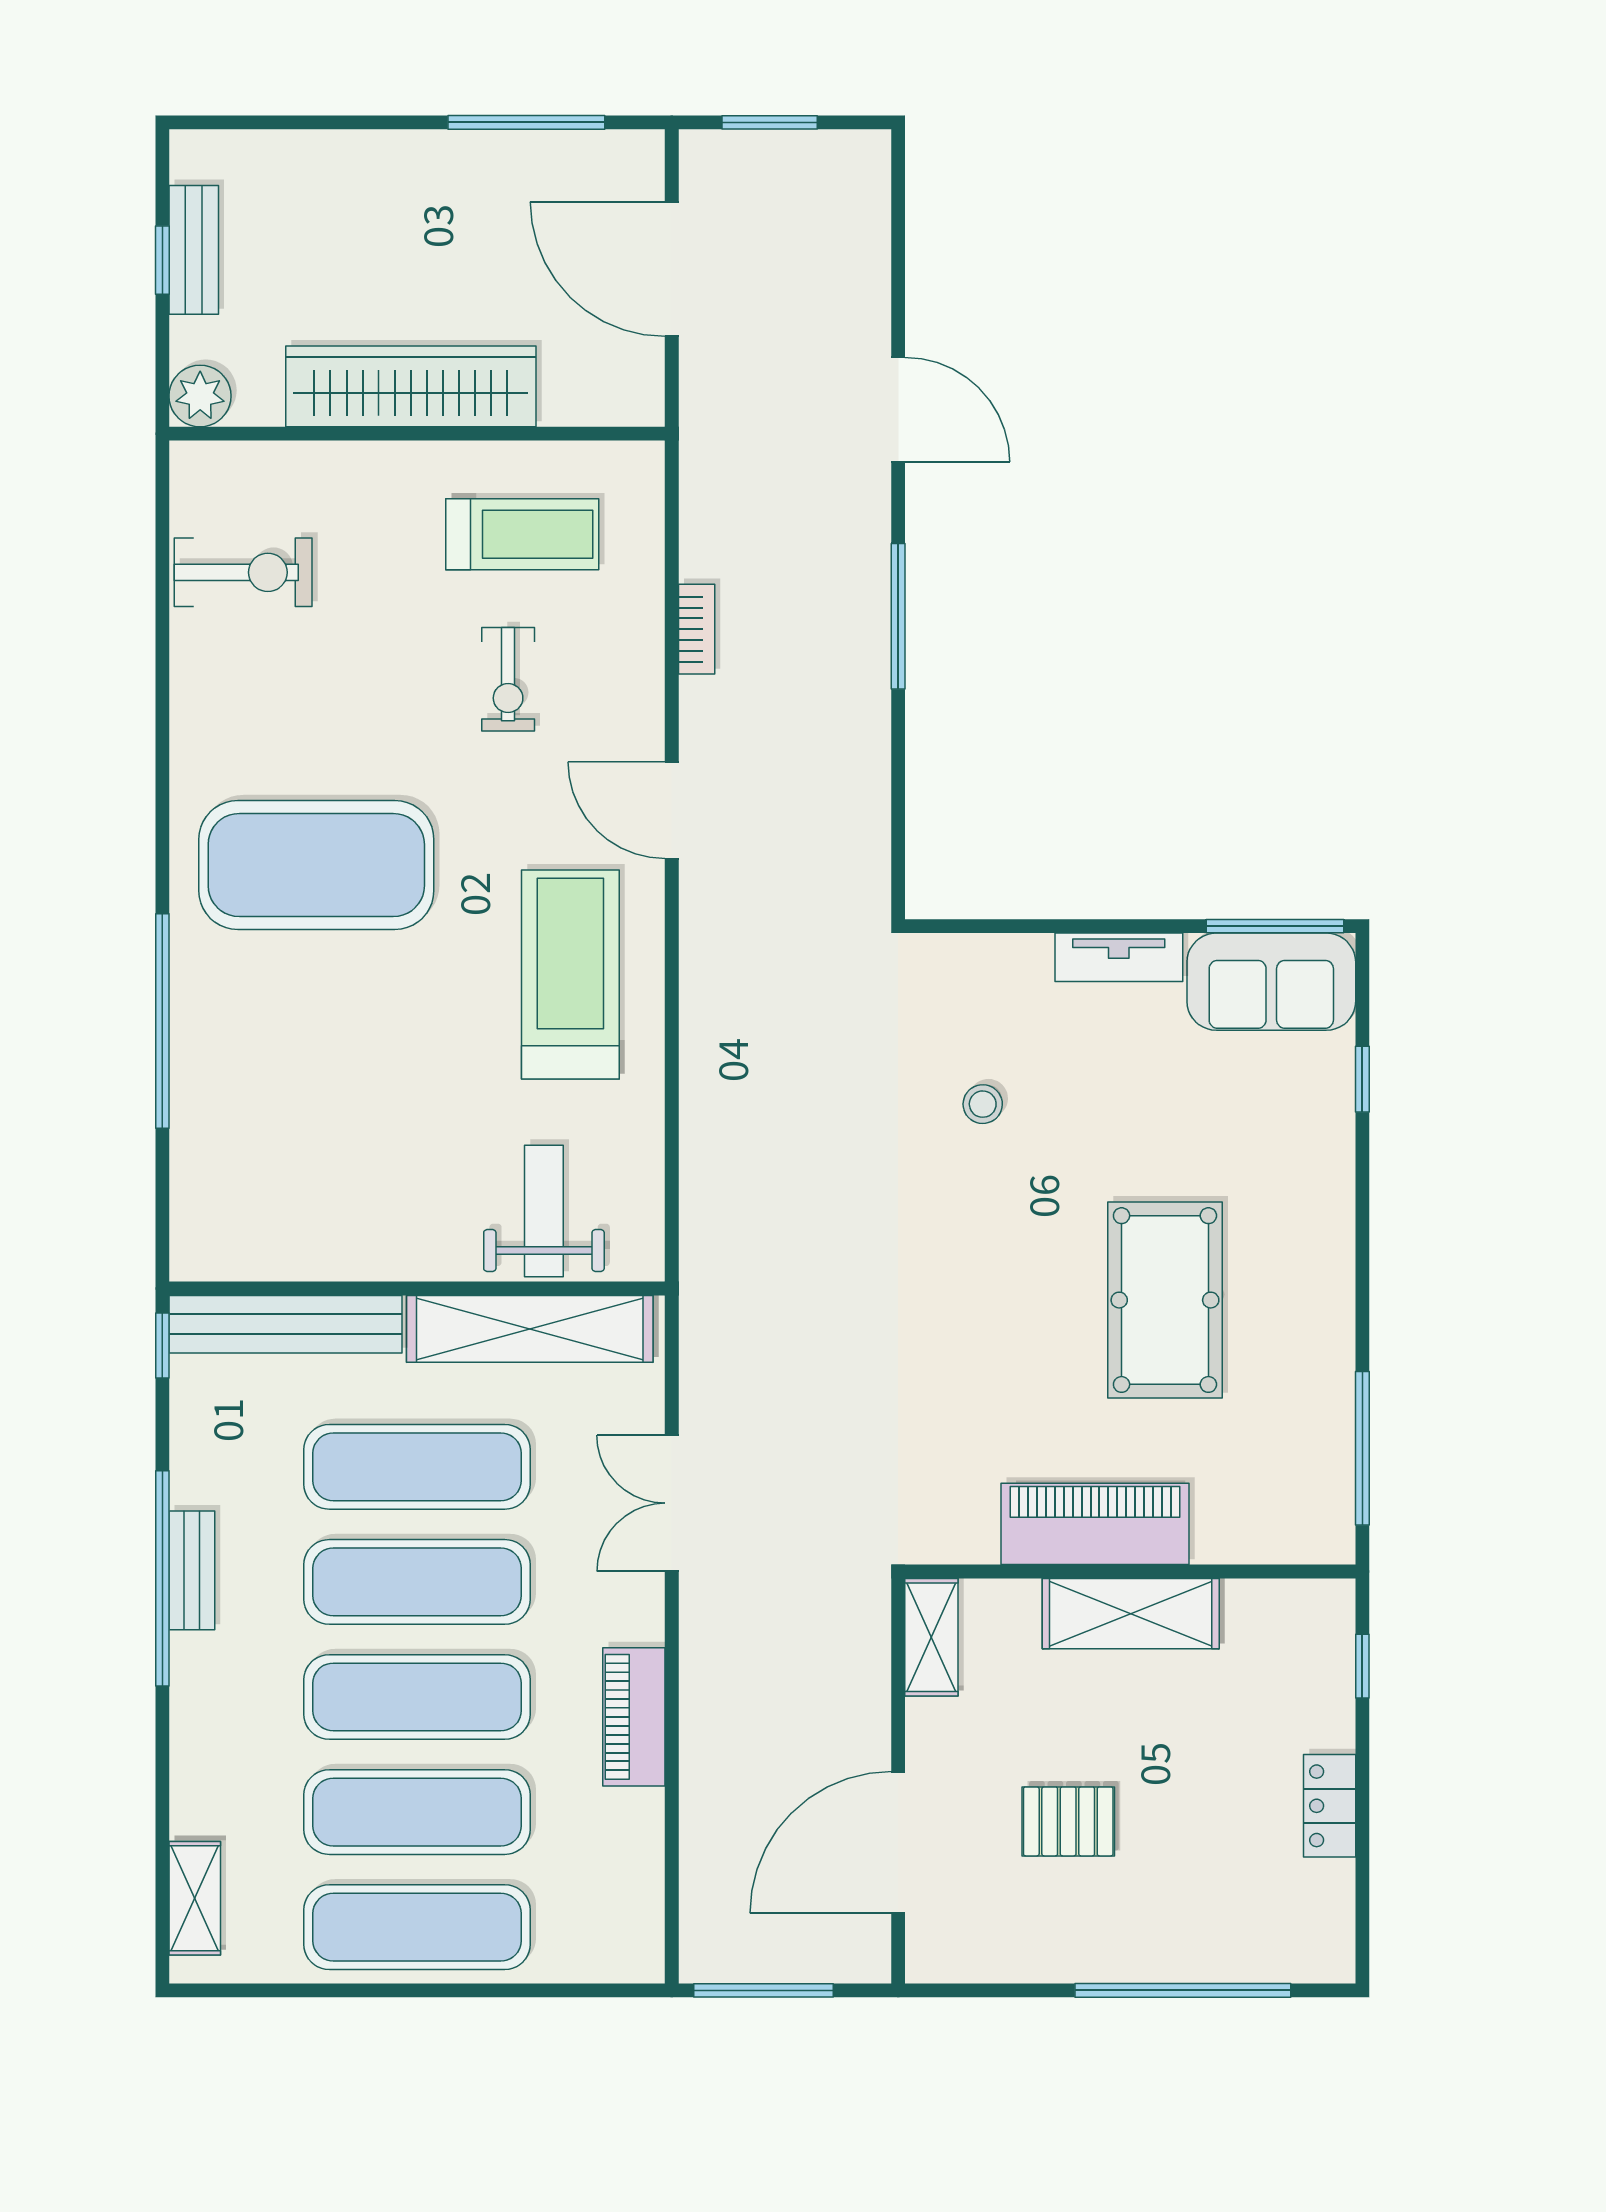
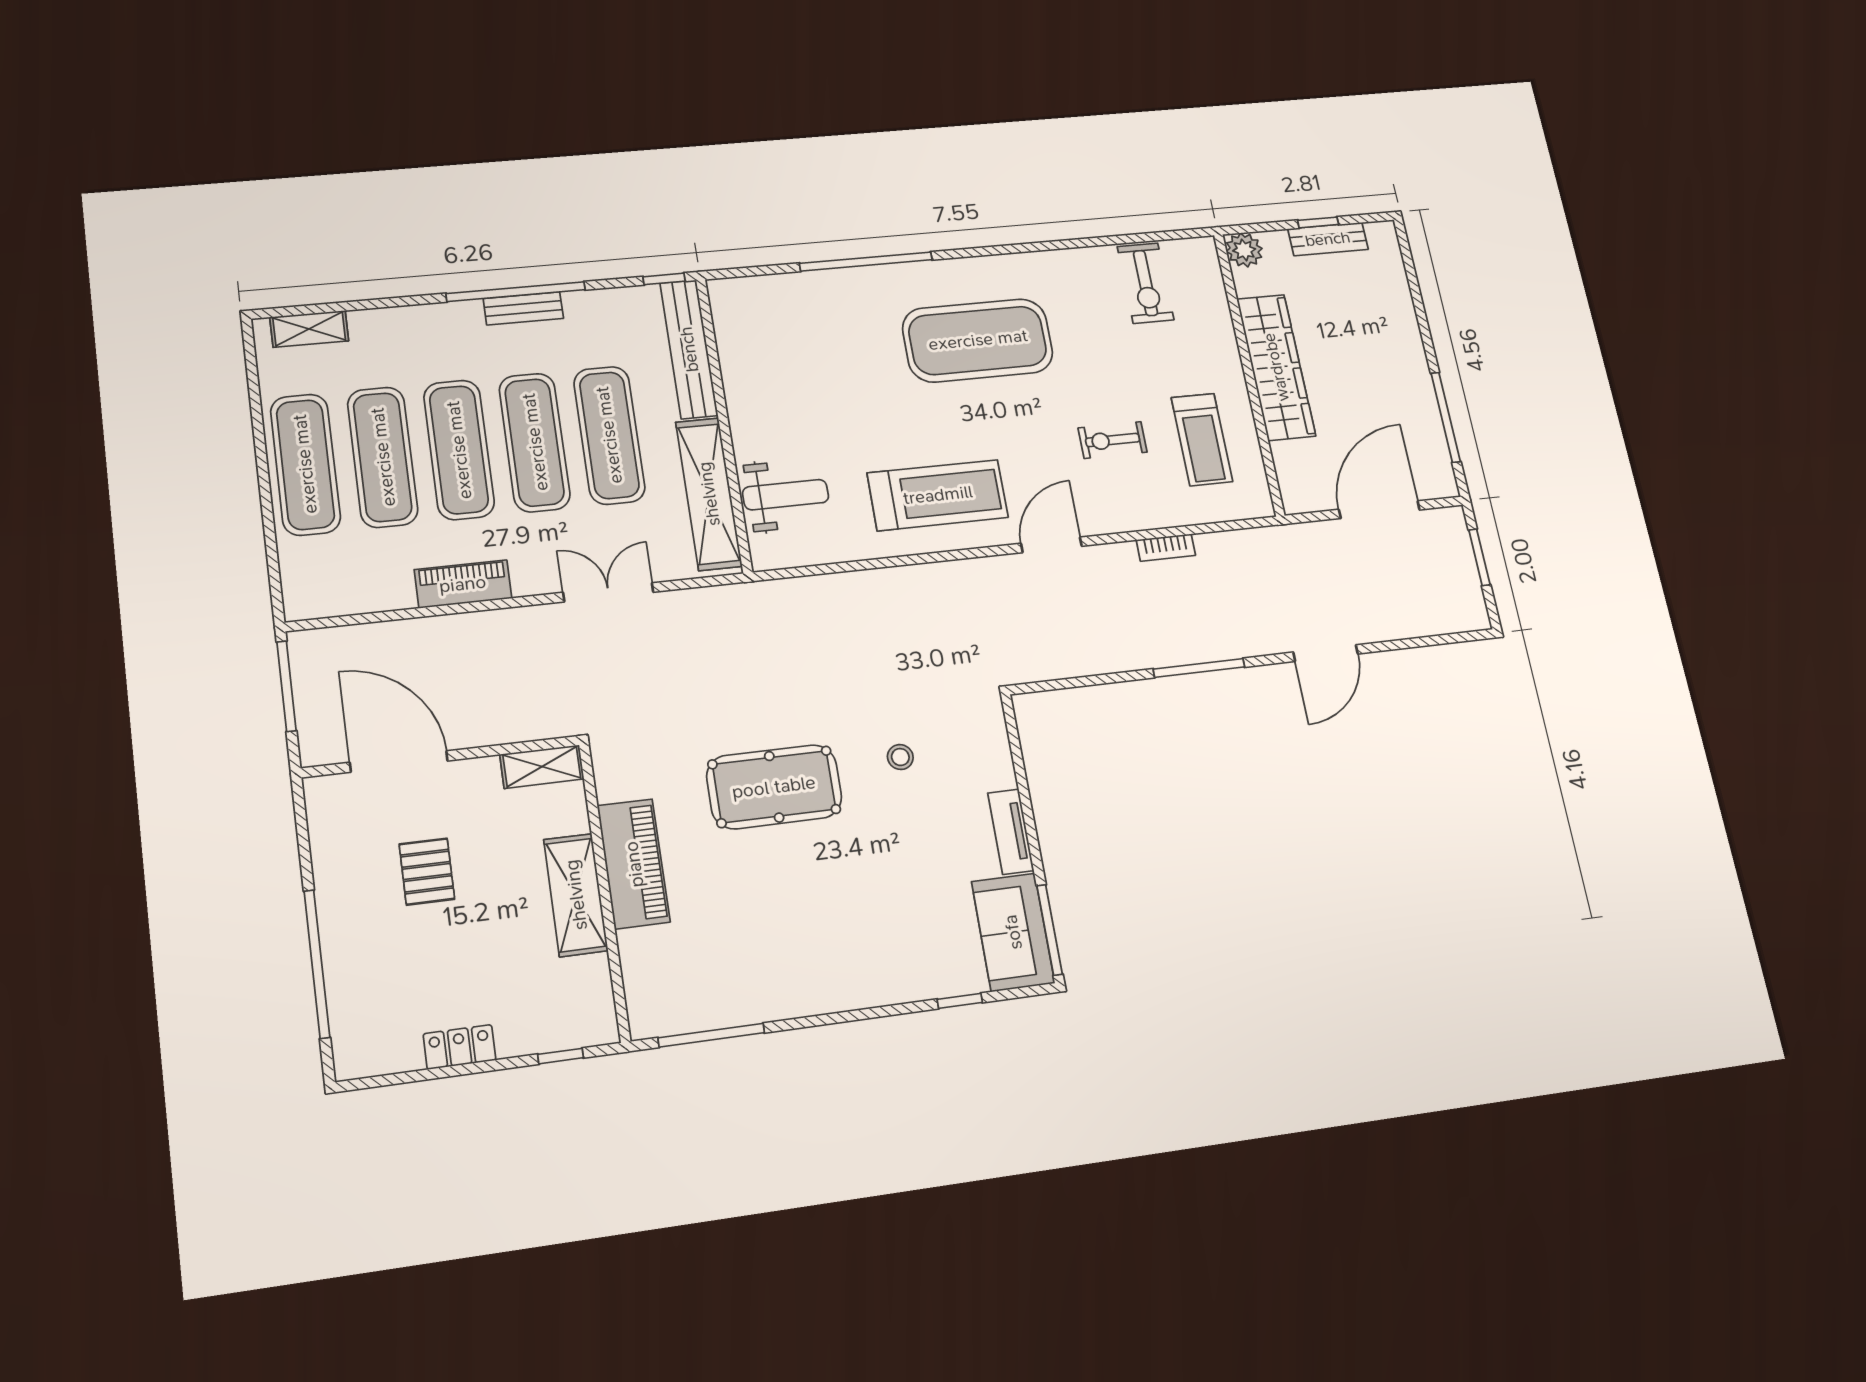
exercise mat: (316, 865) -> (978, 340), turned 90
pool table: (1165, 1300) -> (774, 787), moved

